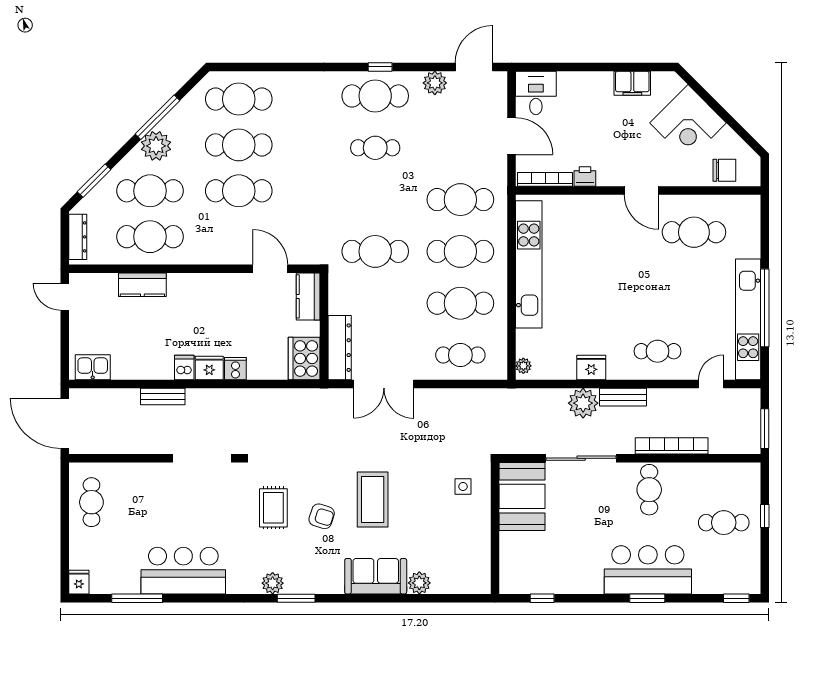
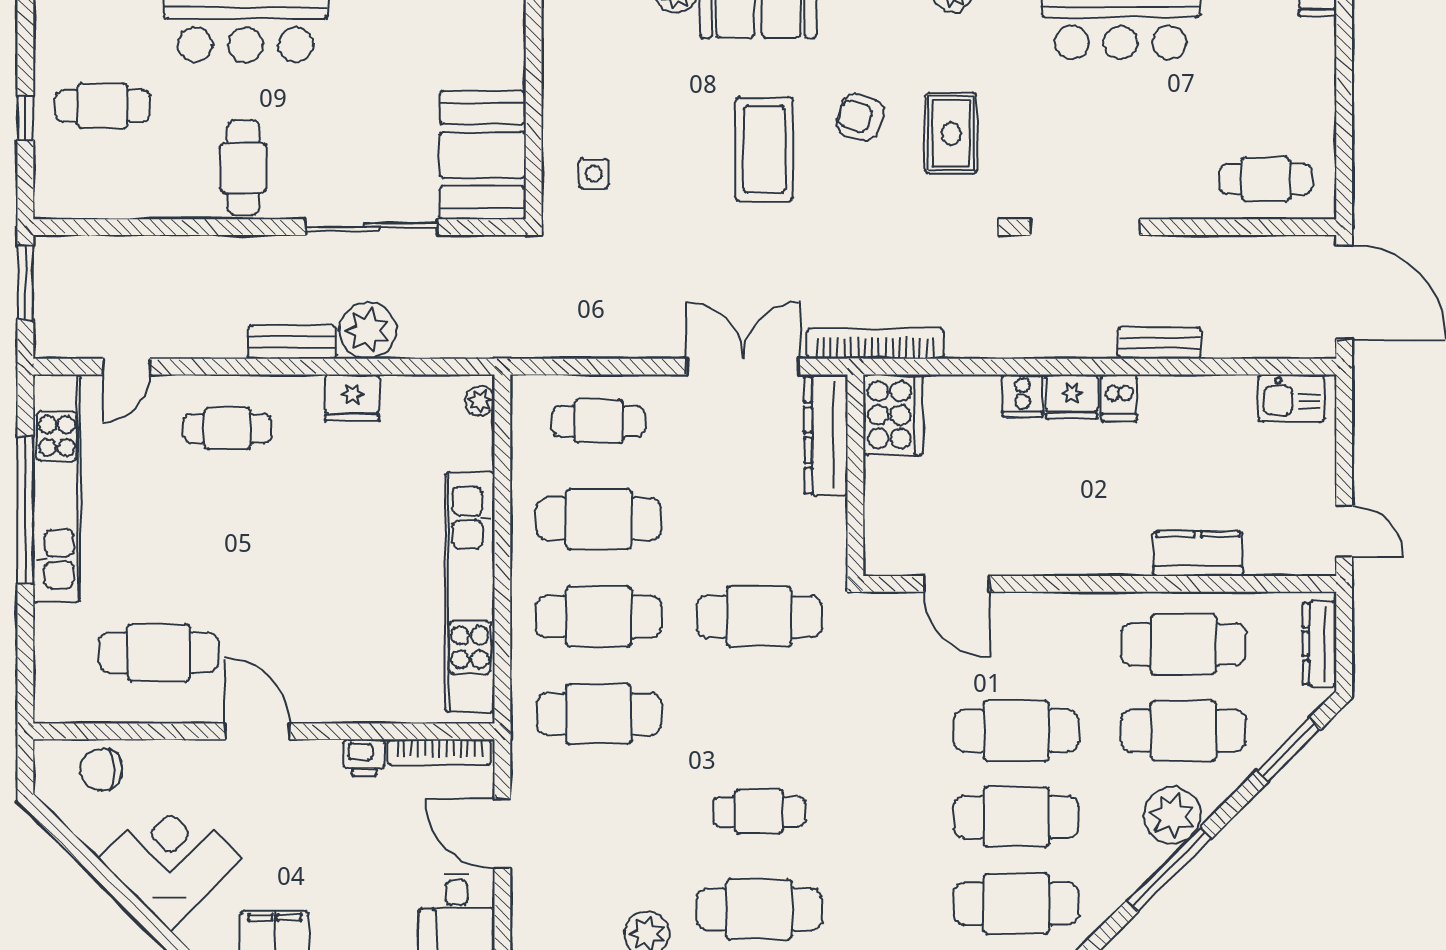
kitchen counter: (308, 296) -> (885, 532), removed
bookcase: (672, 446) -> (875, 343), moved, turned 180
cafe table: (91, 502) -> (1266, 179), moved, turned 90

